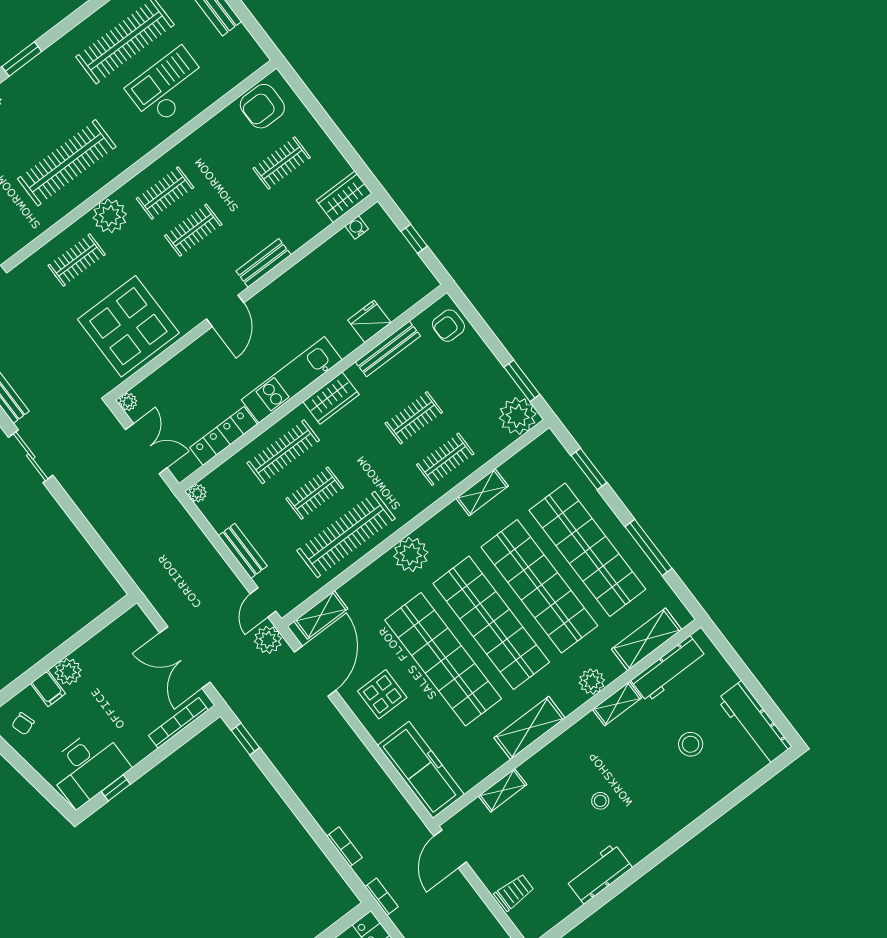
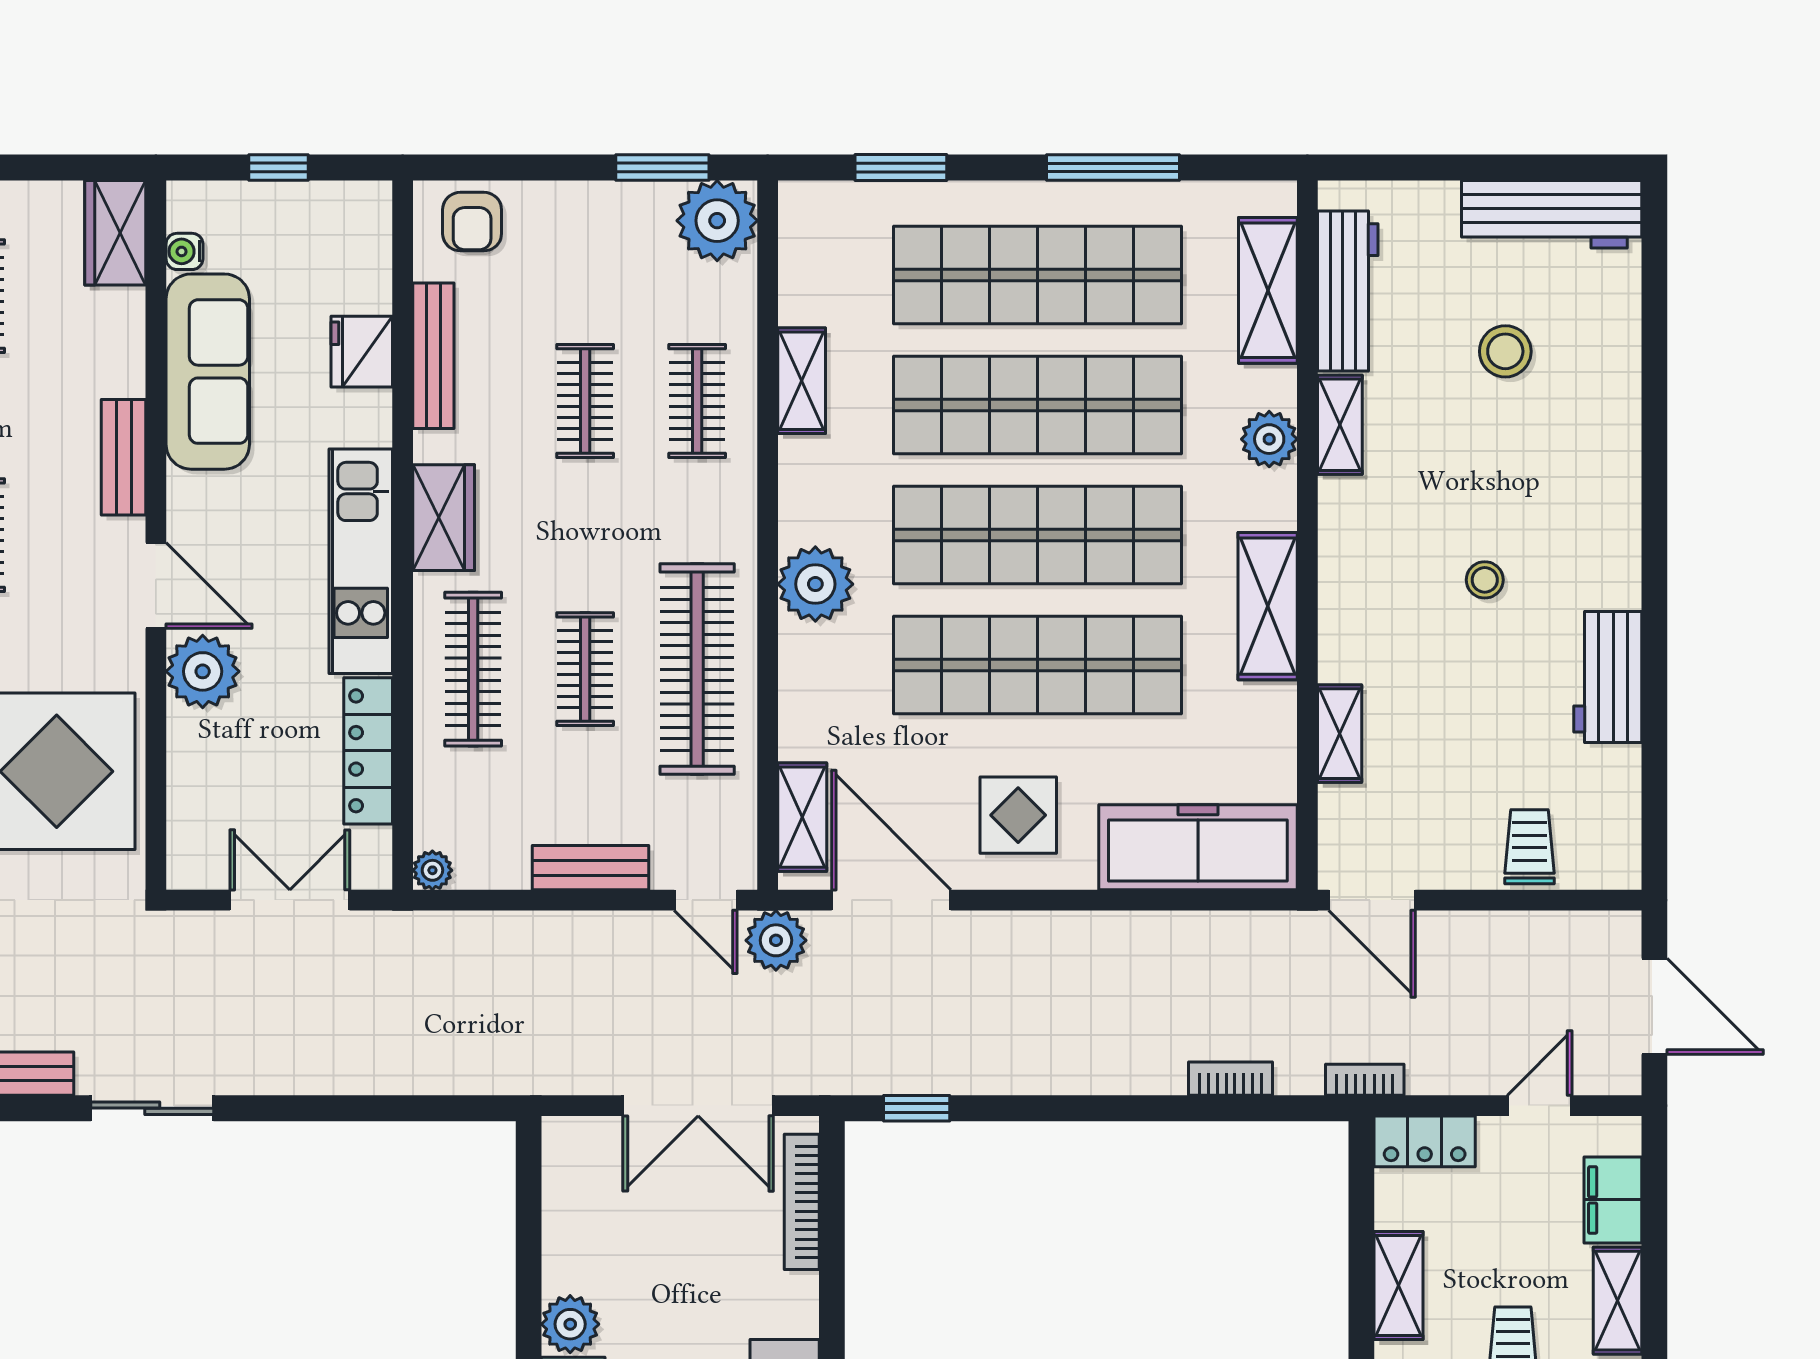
sofa: (319, 270) -> (208, 372), added
plant: (128, 402) -> (203, 671), moved, width x1.87, depth x1.87

